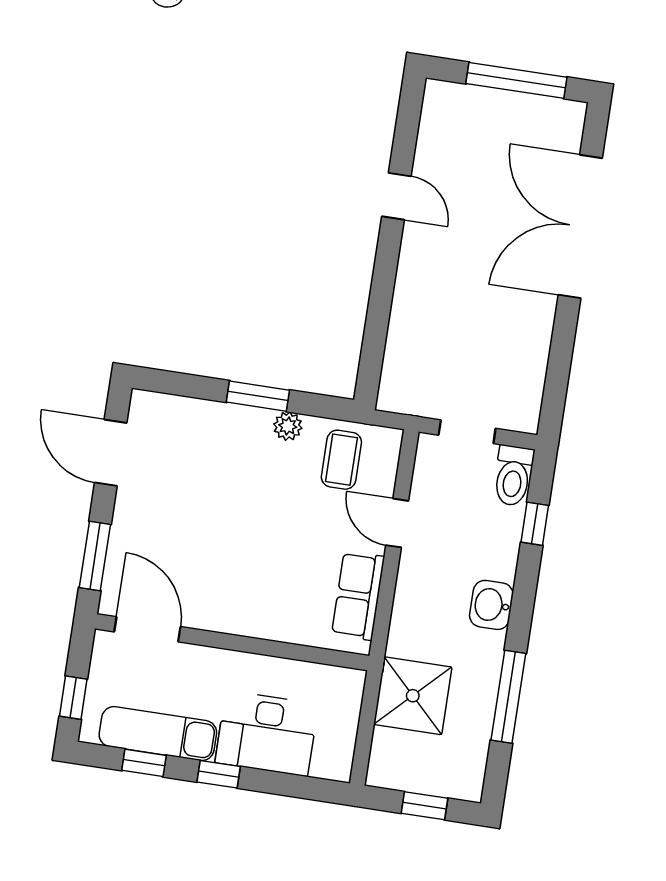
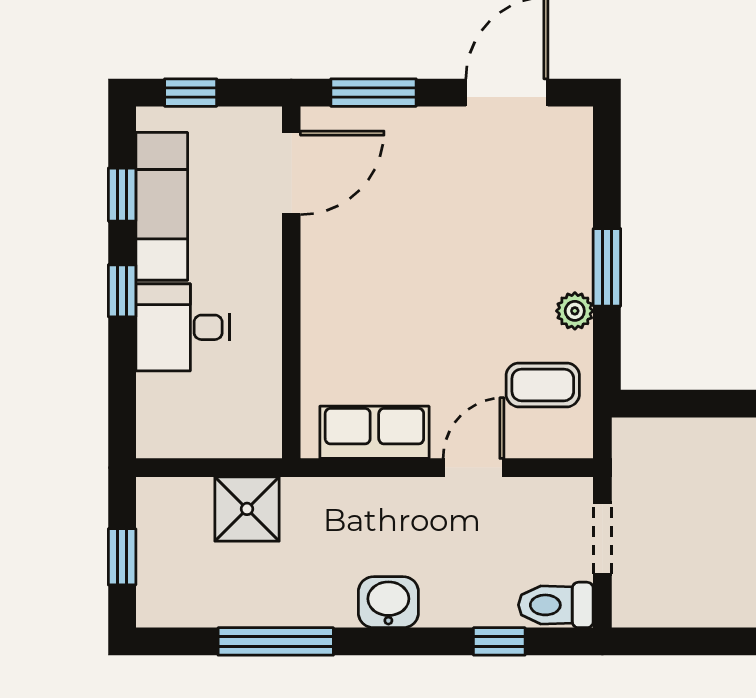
shower: (413, 696) -> (247, 509), width x0.73, depth x0.73
desk: (267, 734) -> (183, 327), width x0.73

